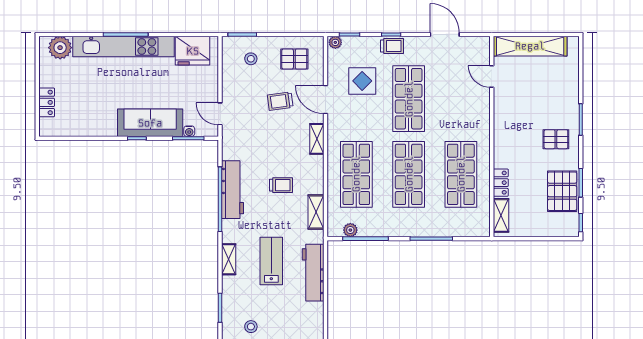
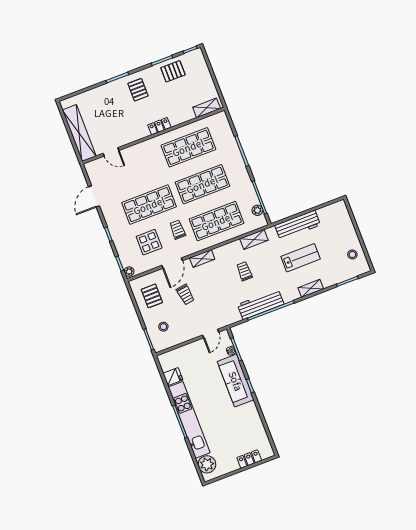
trolley: (392, 46) -> (178, 230), moved
fridge: (193, 51) -> (173, 377), width x0.53, depth x0.75
door: (492, 77) -> (111, 152), hinge flipped
locker: (501, 183) -> (159, 126), moved
pallet: (562, 191) -> (173, 71), width x0.67, depth x0.71
lab bench: (271, 261) -> (301, 258), turned 180

